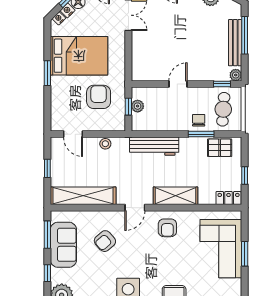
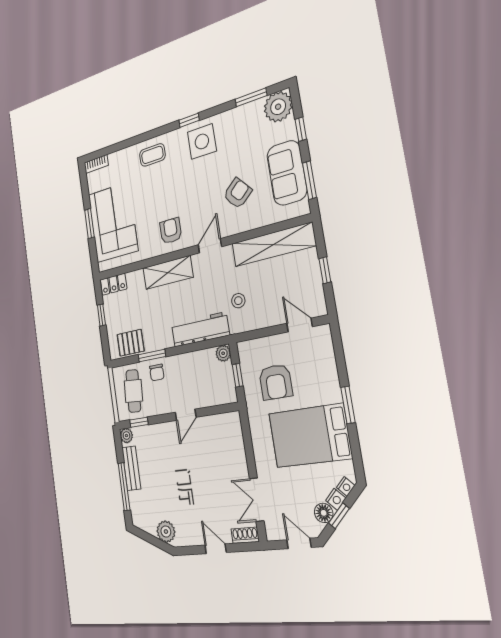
bench: (235, 43) -> (131, 468), width x0.73
plant: (138, 106) -> (223, 353), moved
stool: (105, 144) -> (238, 301), moved

